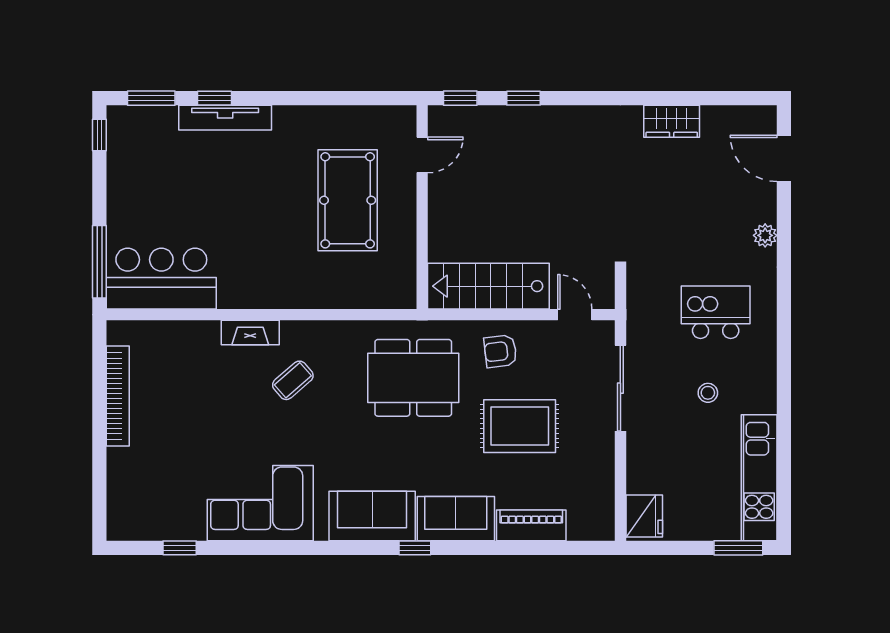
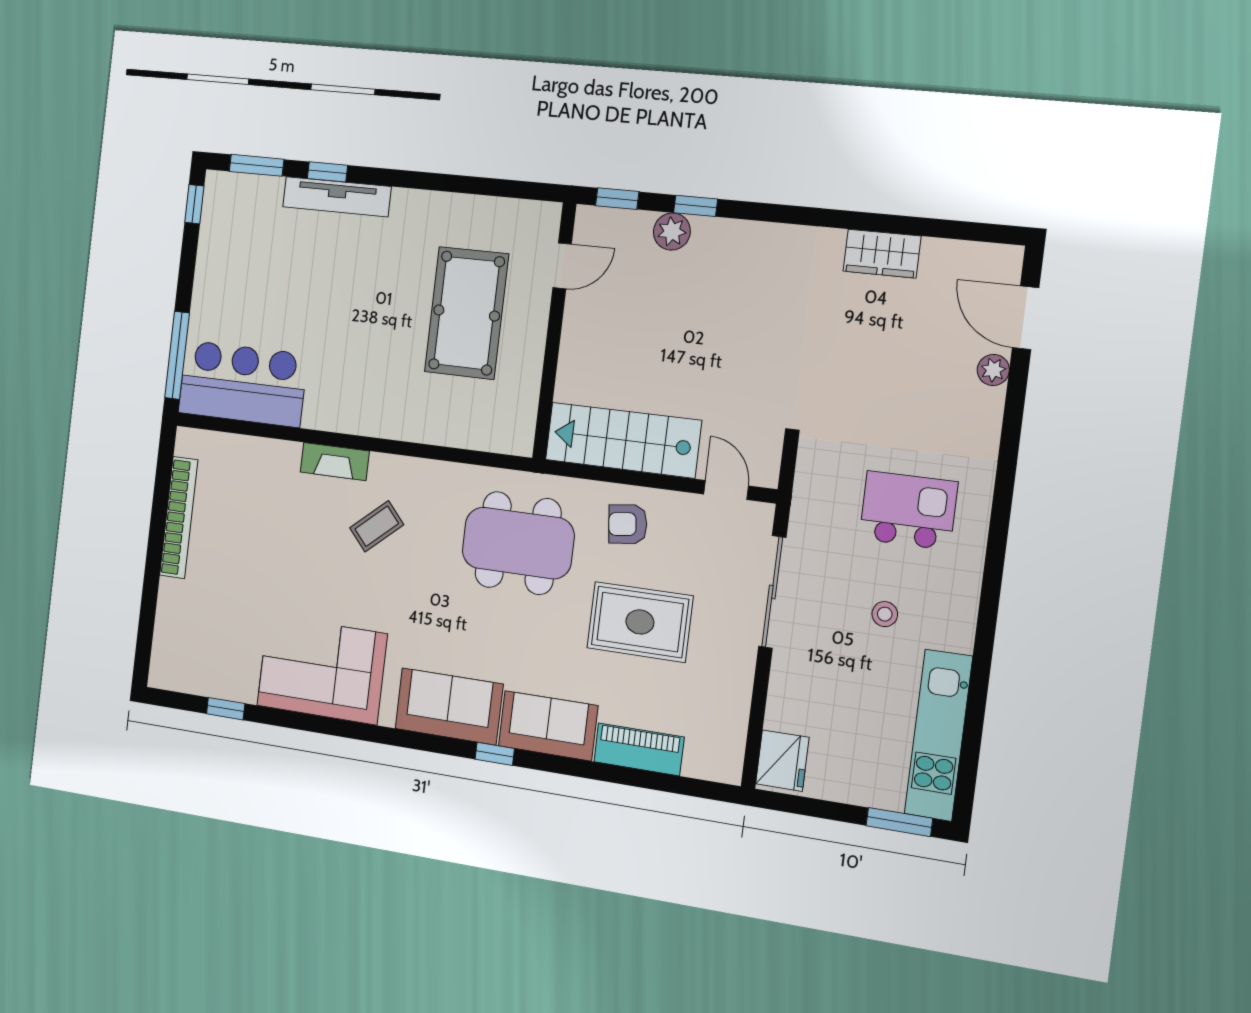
plant: (507, 120) -> (672, 232), added
plant: (765, 235) -> (993, 370), moved

